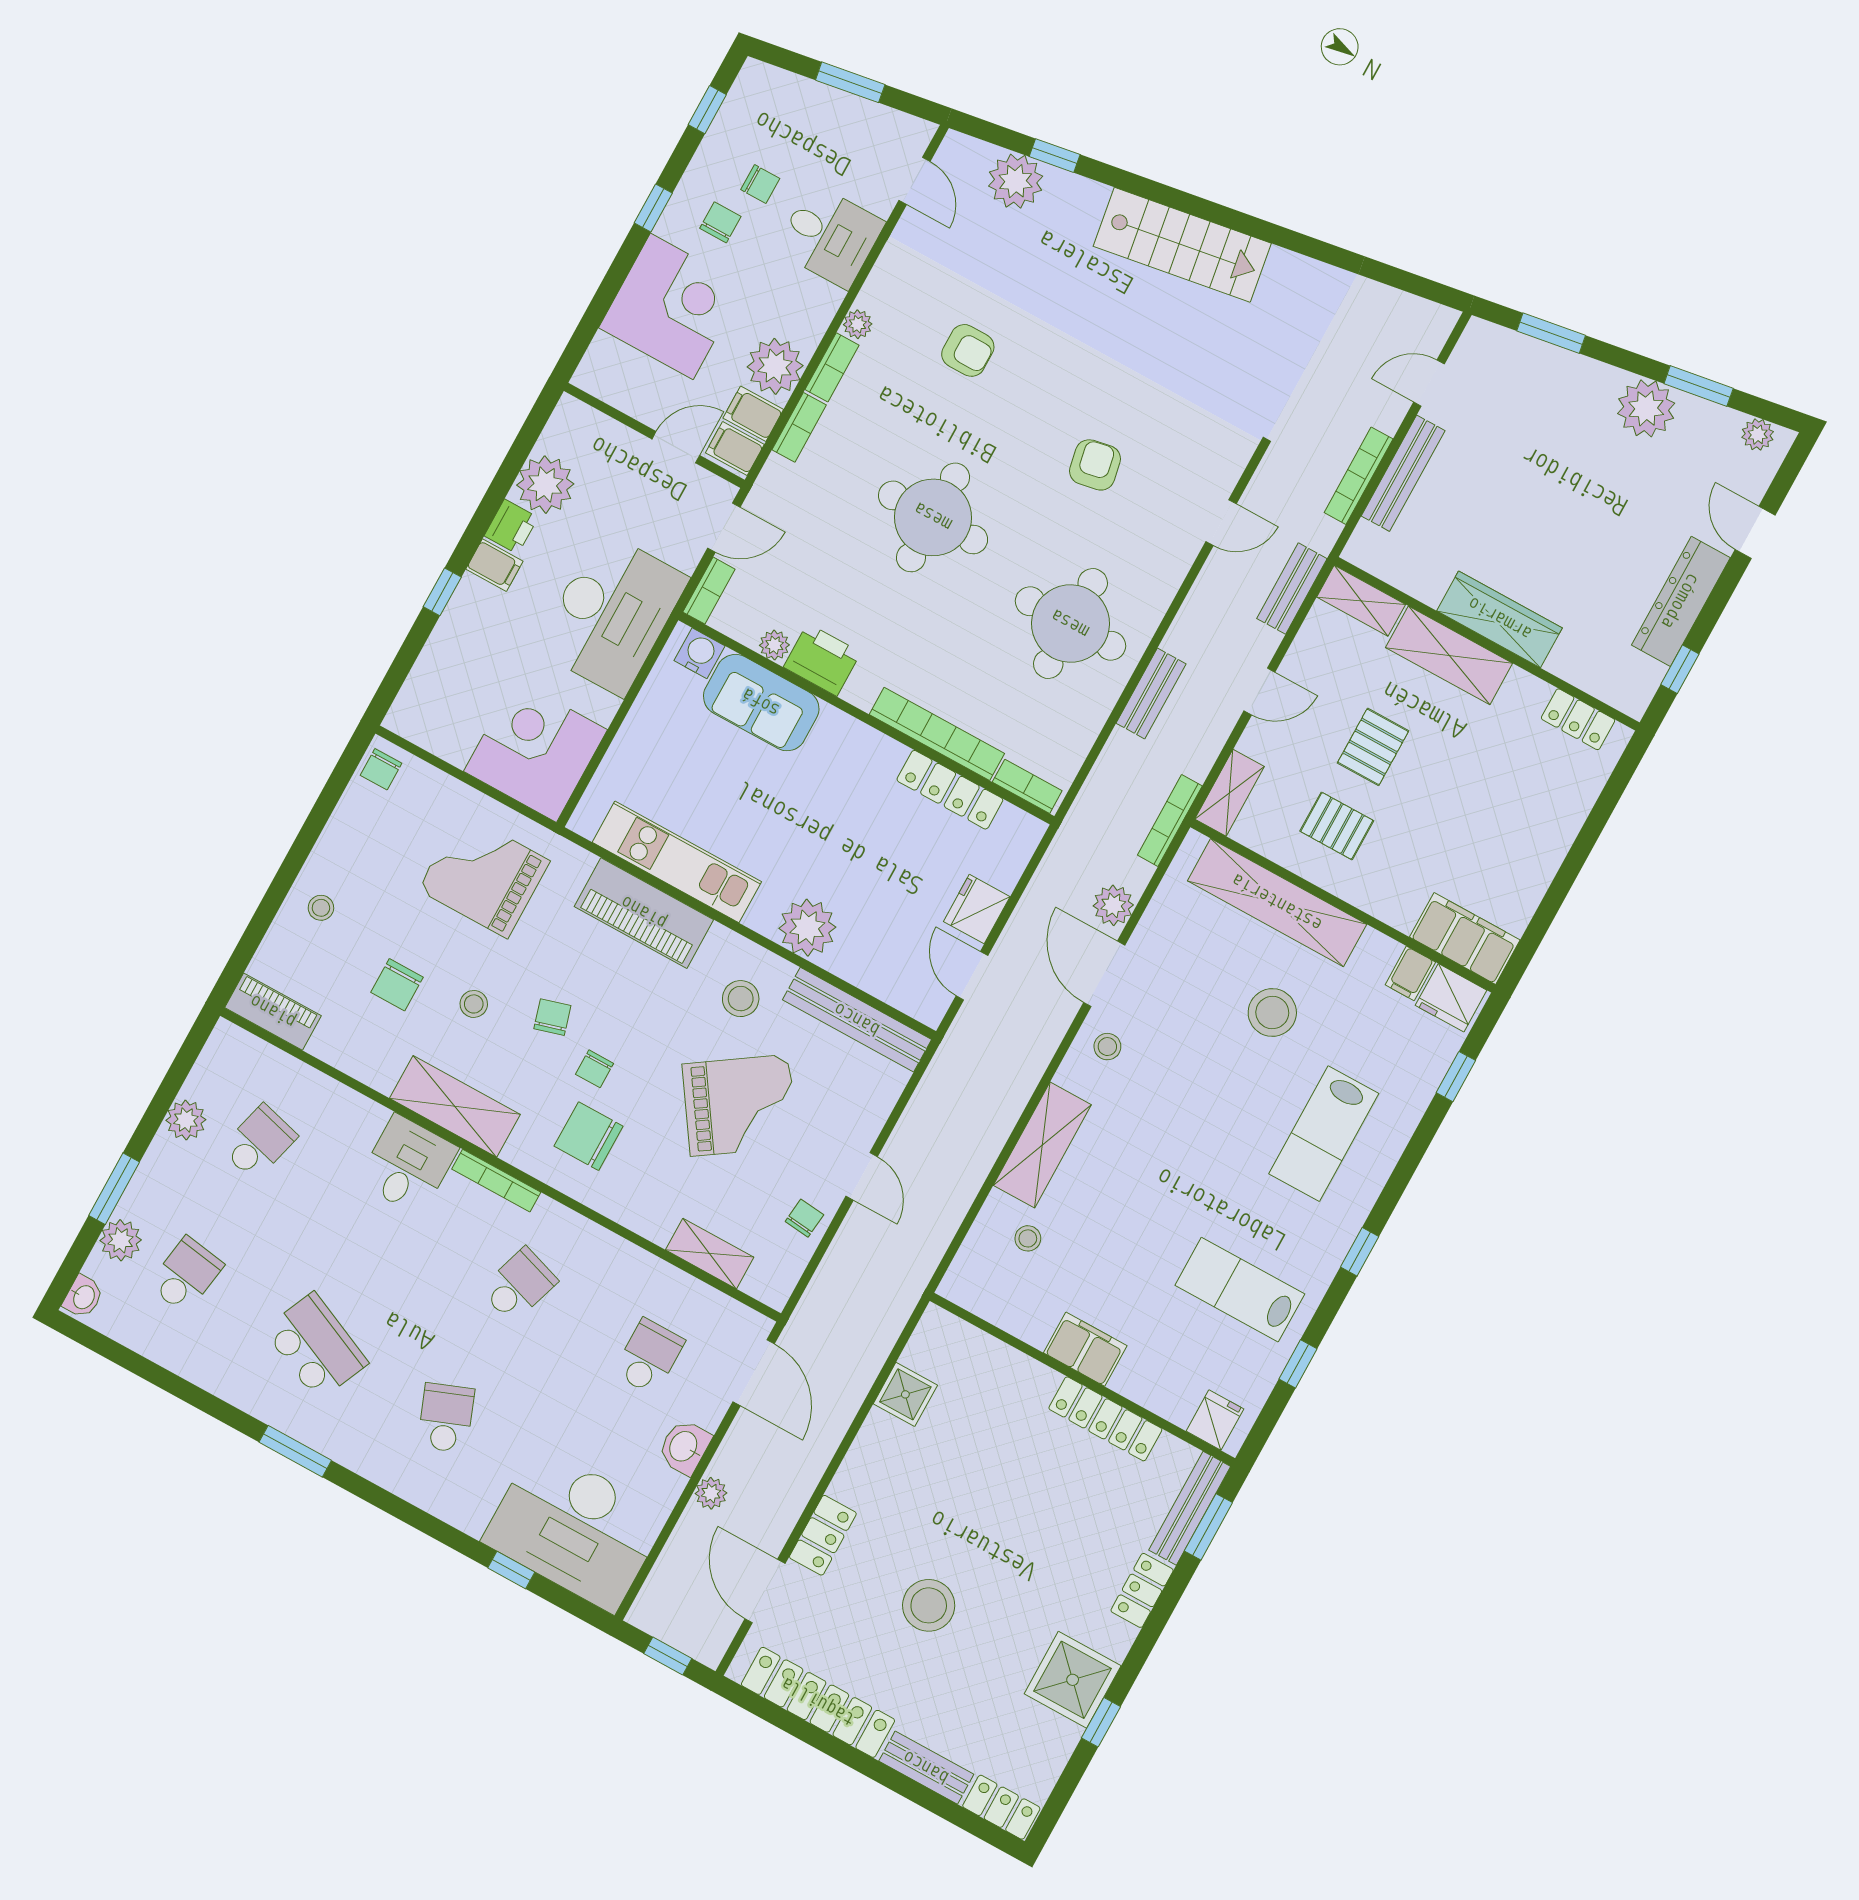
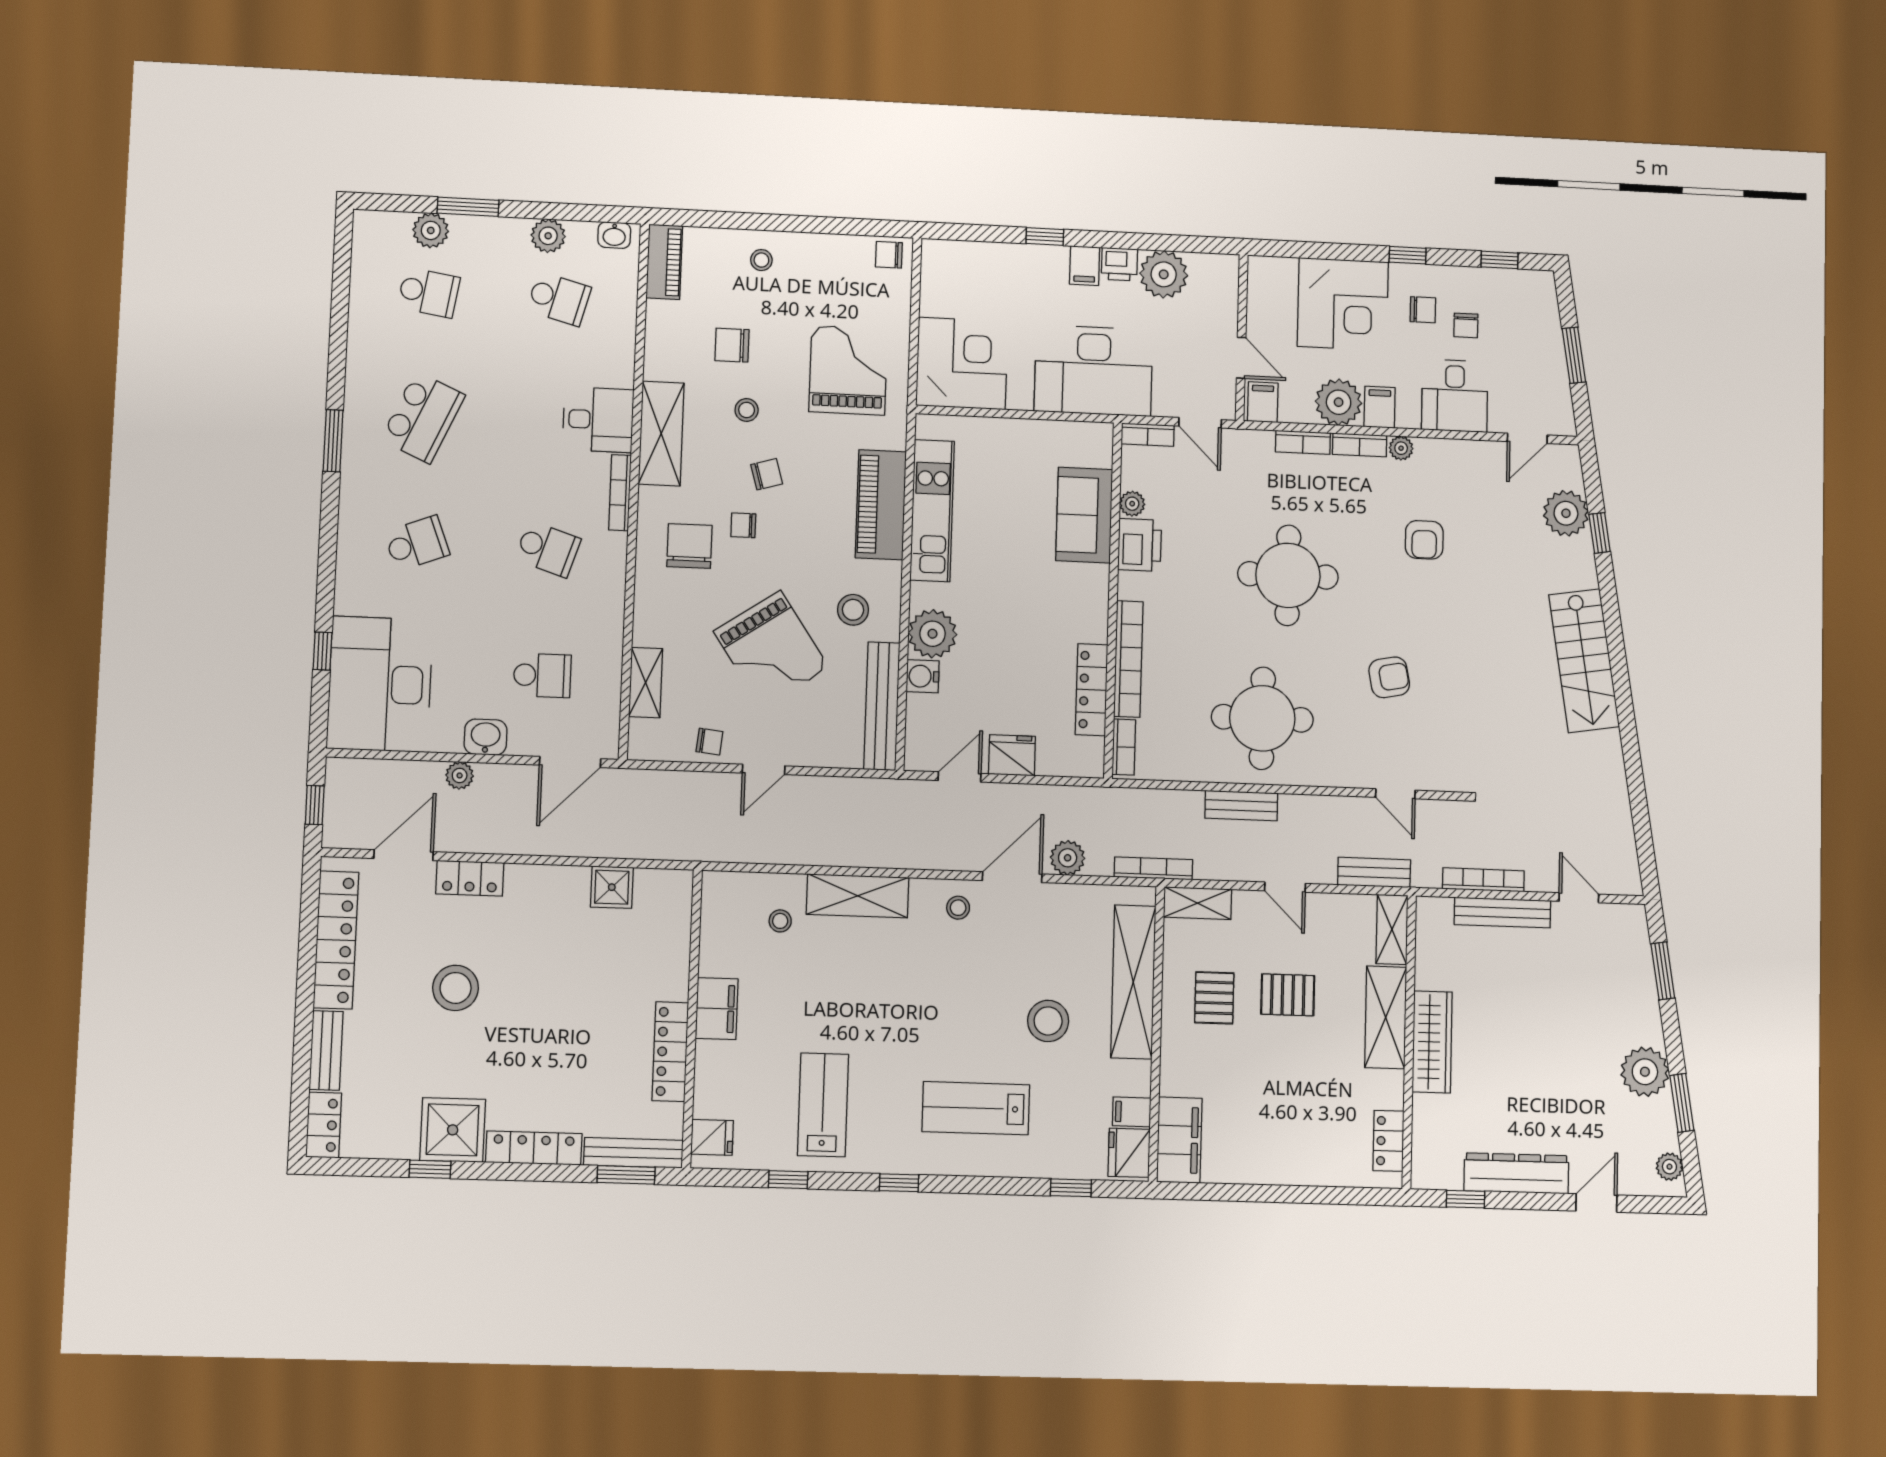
filing cabinet: (753, 414) -> (1380, 407), moved
water cooler: (700, 653) -> (923, 676), moved, turned 180
washbasin: (83, 1297) -> (614, 235), moved
locker: (1142, 1590) -> (534, 1148), width x1.53

